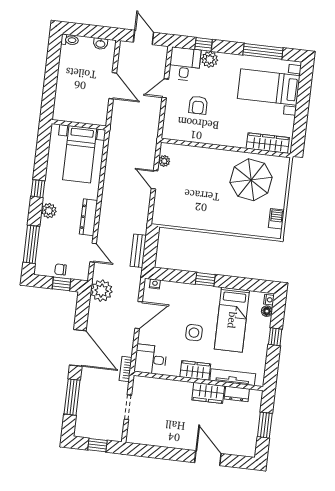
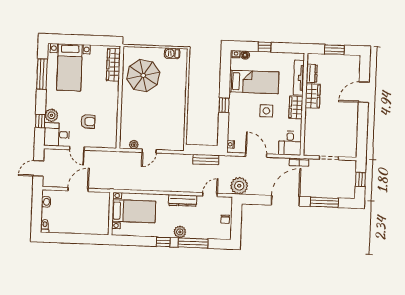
window: (31, 244) -> (193, 243), moved
window: (62, 284) -> (236, 217), removed

